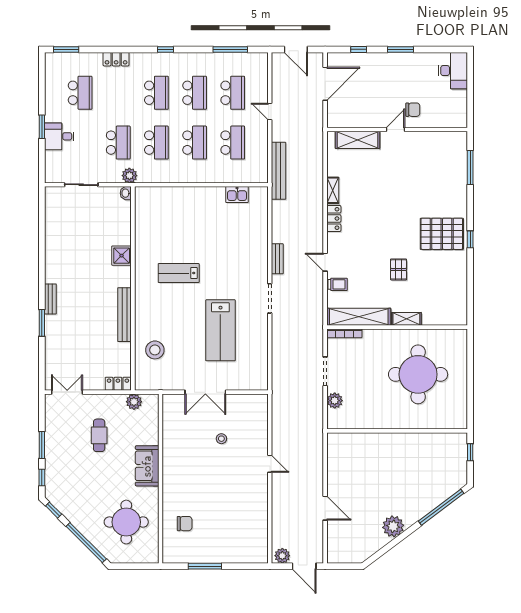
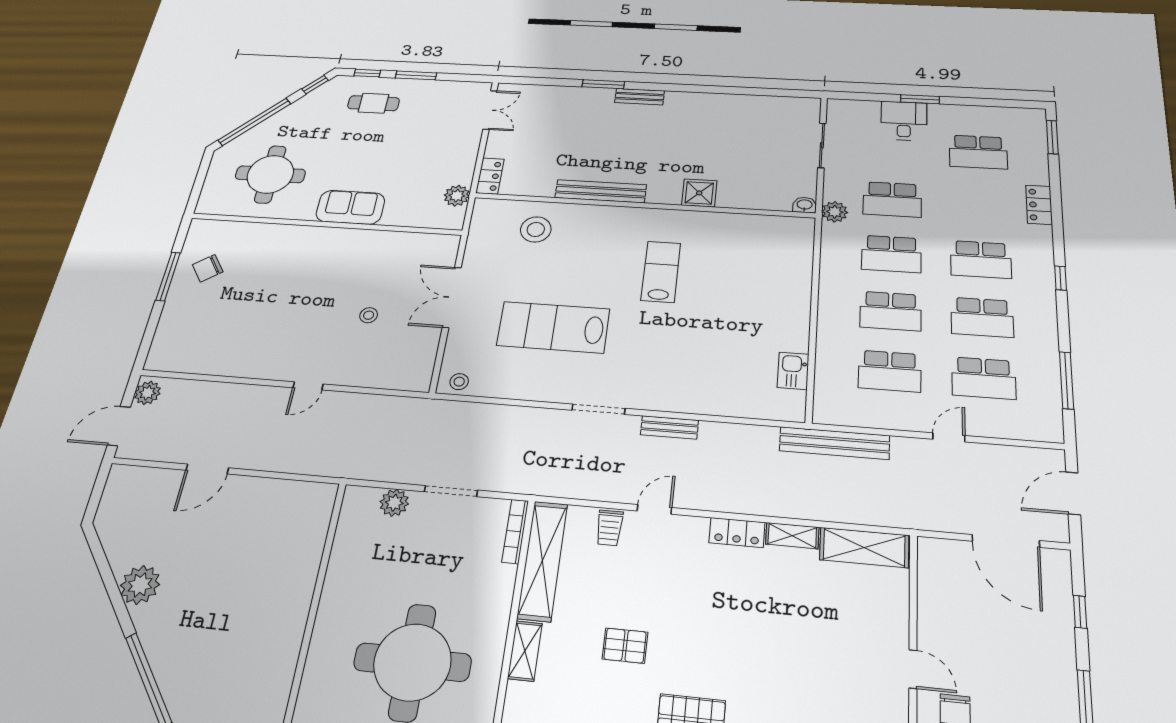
shelving: (357, 140) -> (864, 548), moved, turned 90
stool: (260, 378) -> (459, 382), added
cafe table: (99, 435) -> (373, 103), moved
chair: (185, 524) -> (208, 268), moved, turned 55

